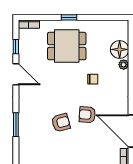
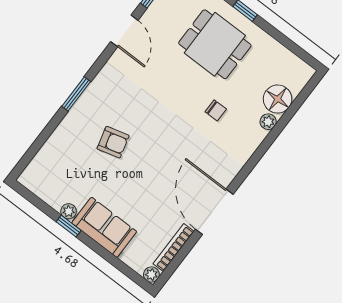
armchair: (87, 115) -> (175, 150), removed
armchair: (61, 123) -> (113, 142), moved

